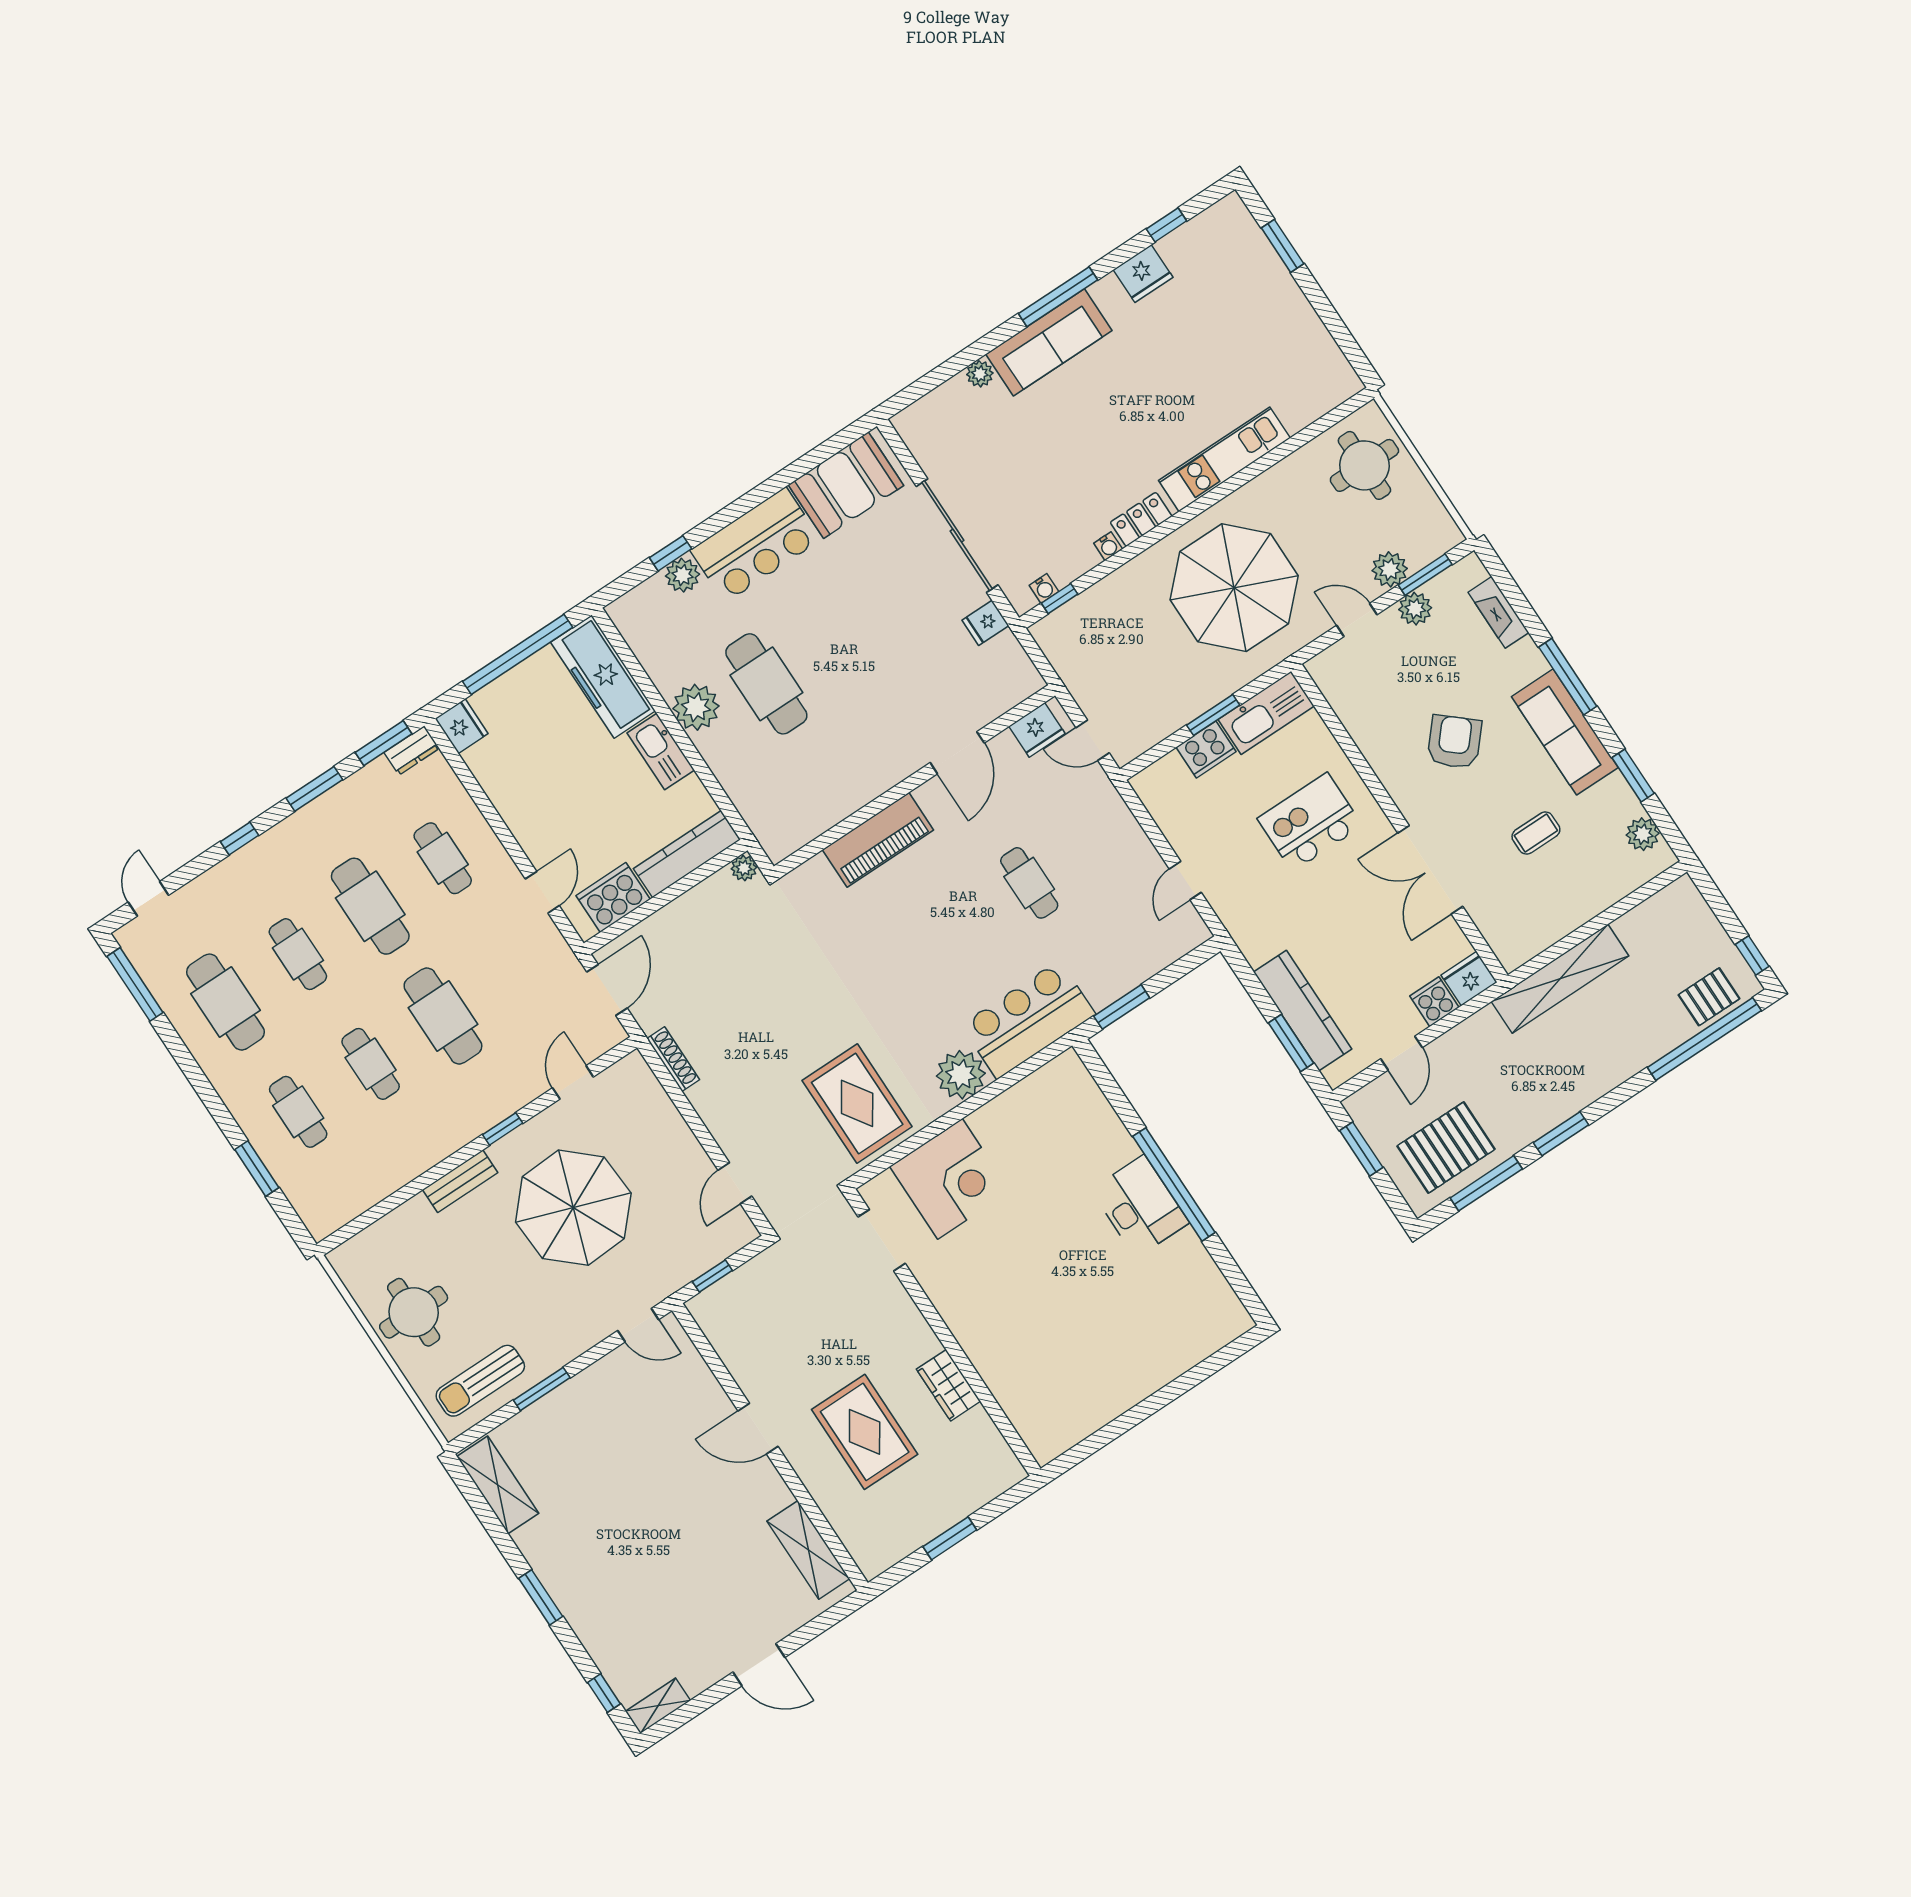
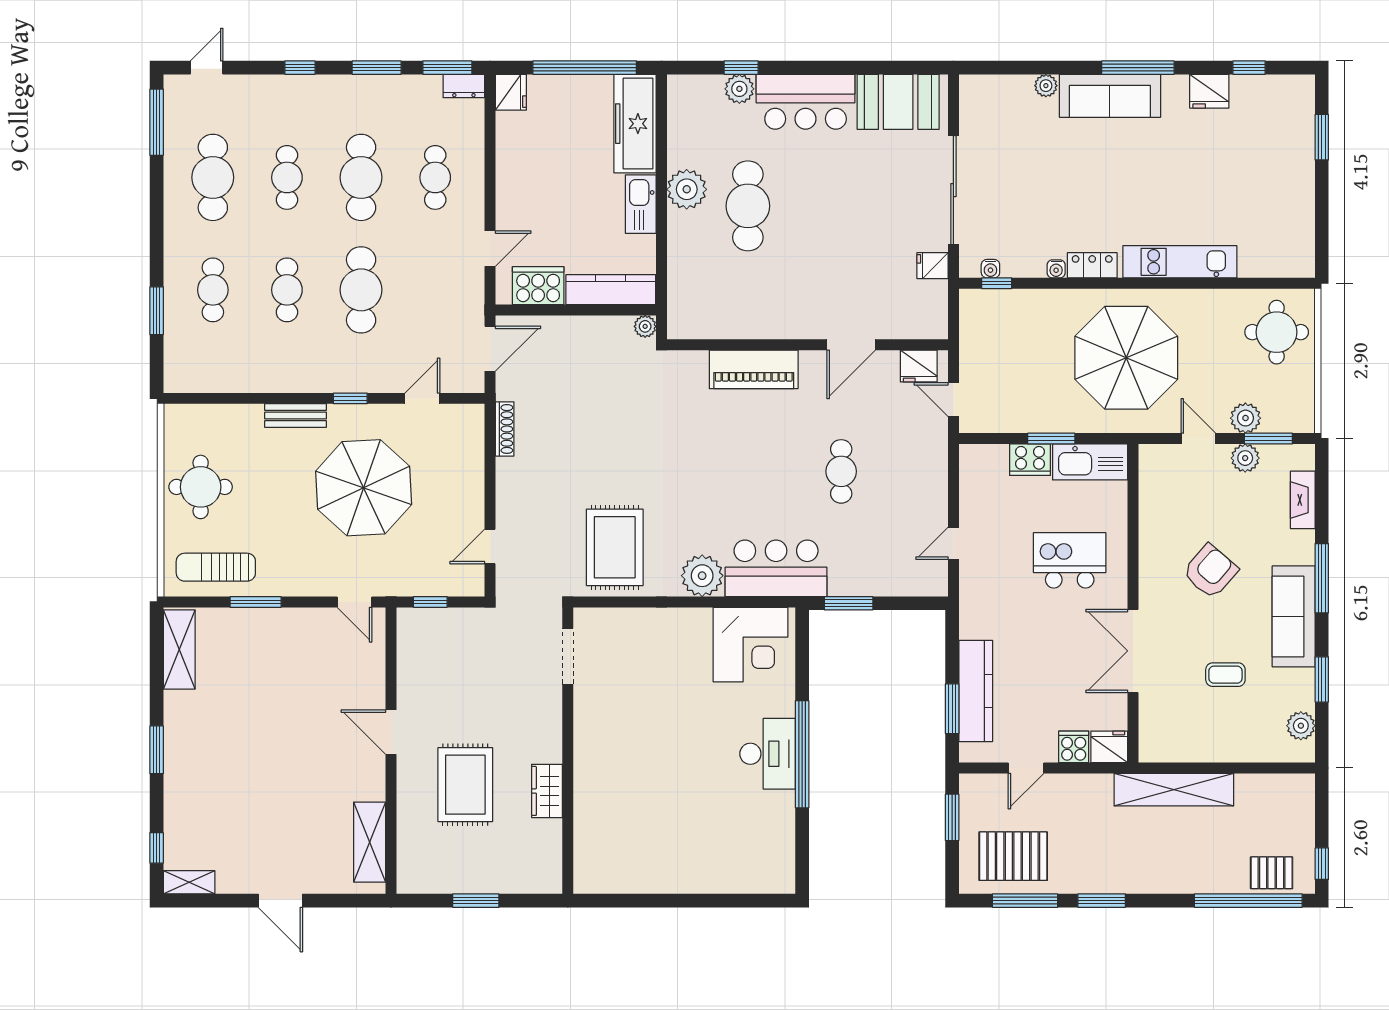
corner desk: (950, 1179) -> (750, 645), moved

